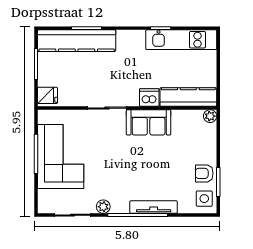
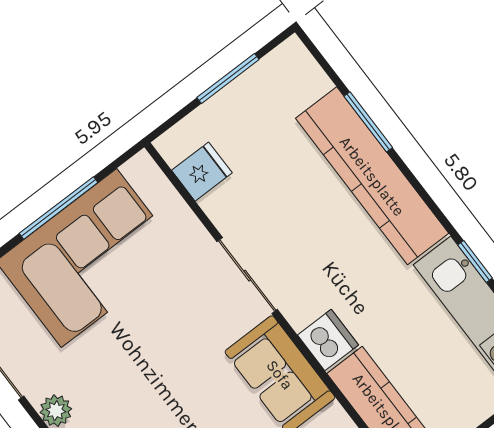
kitchen counter: (77, 41) -> (372, 176), moved
fridge: (47, 95) -> (202, 172), moved, turned -90

